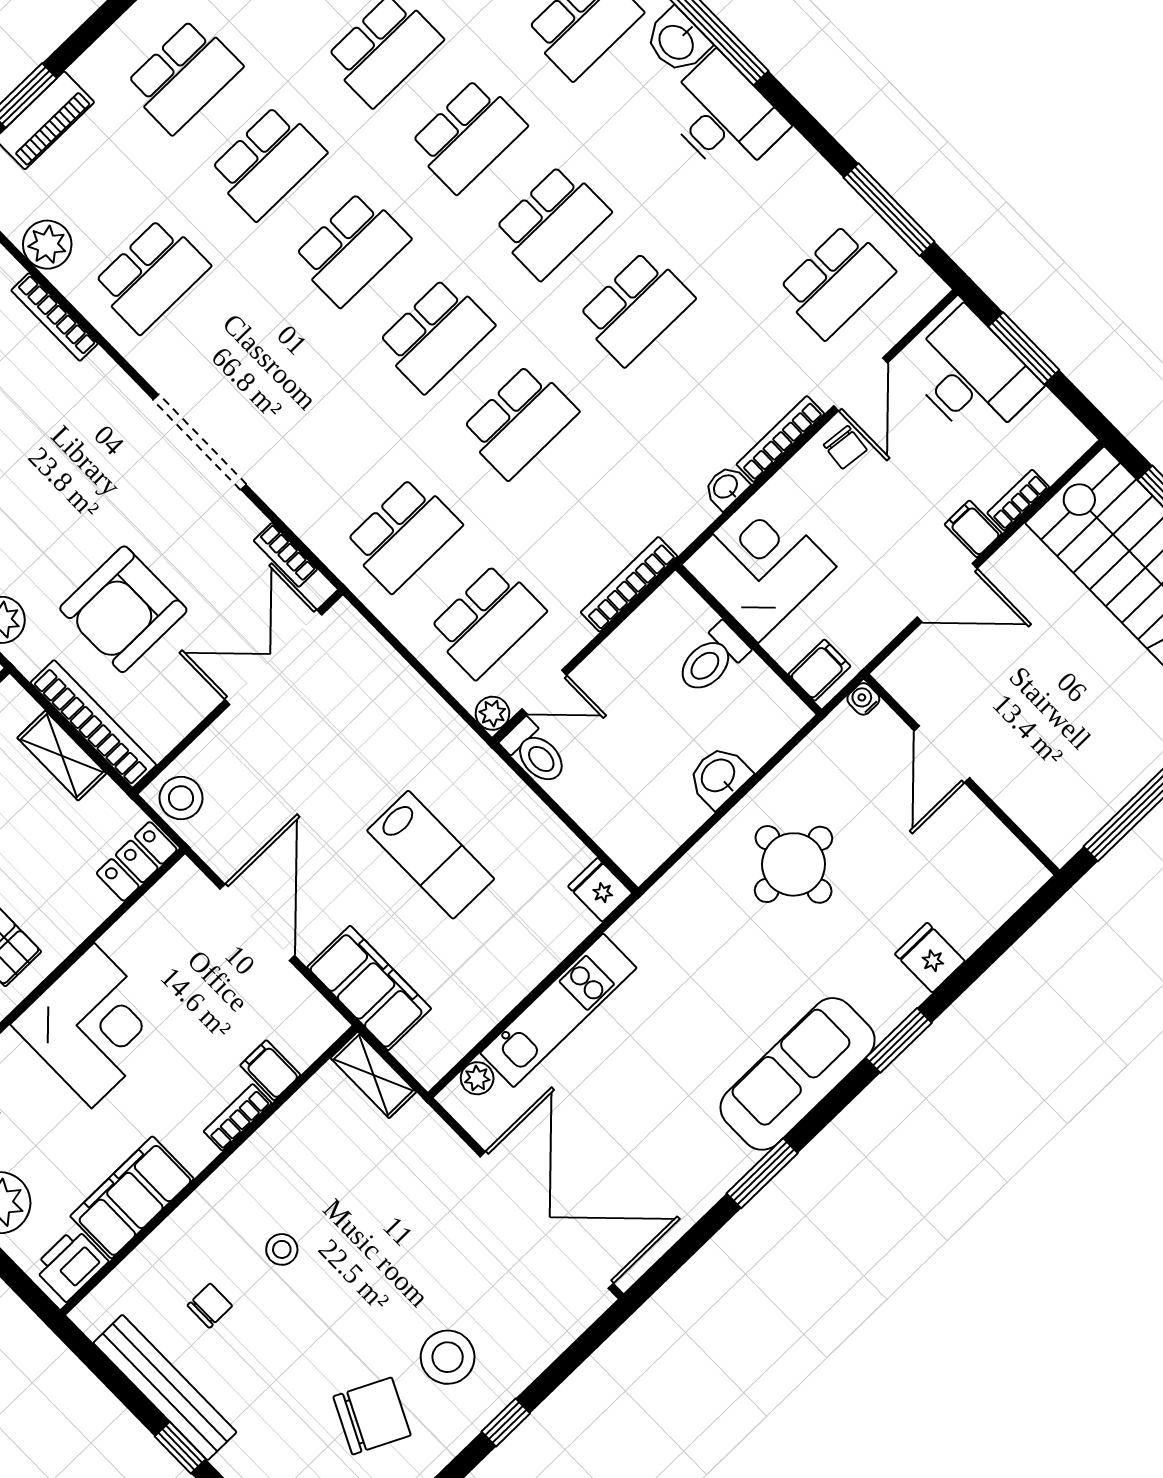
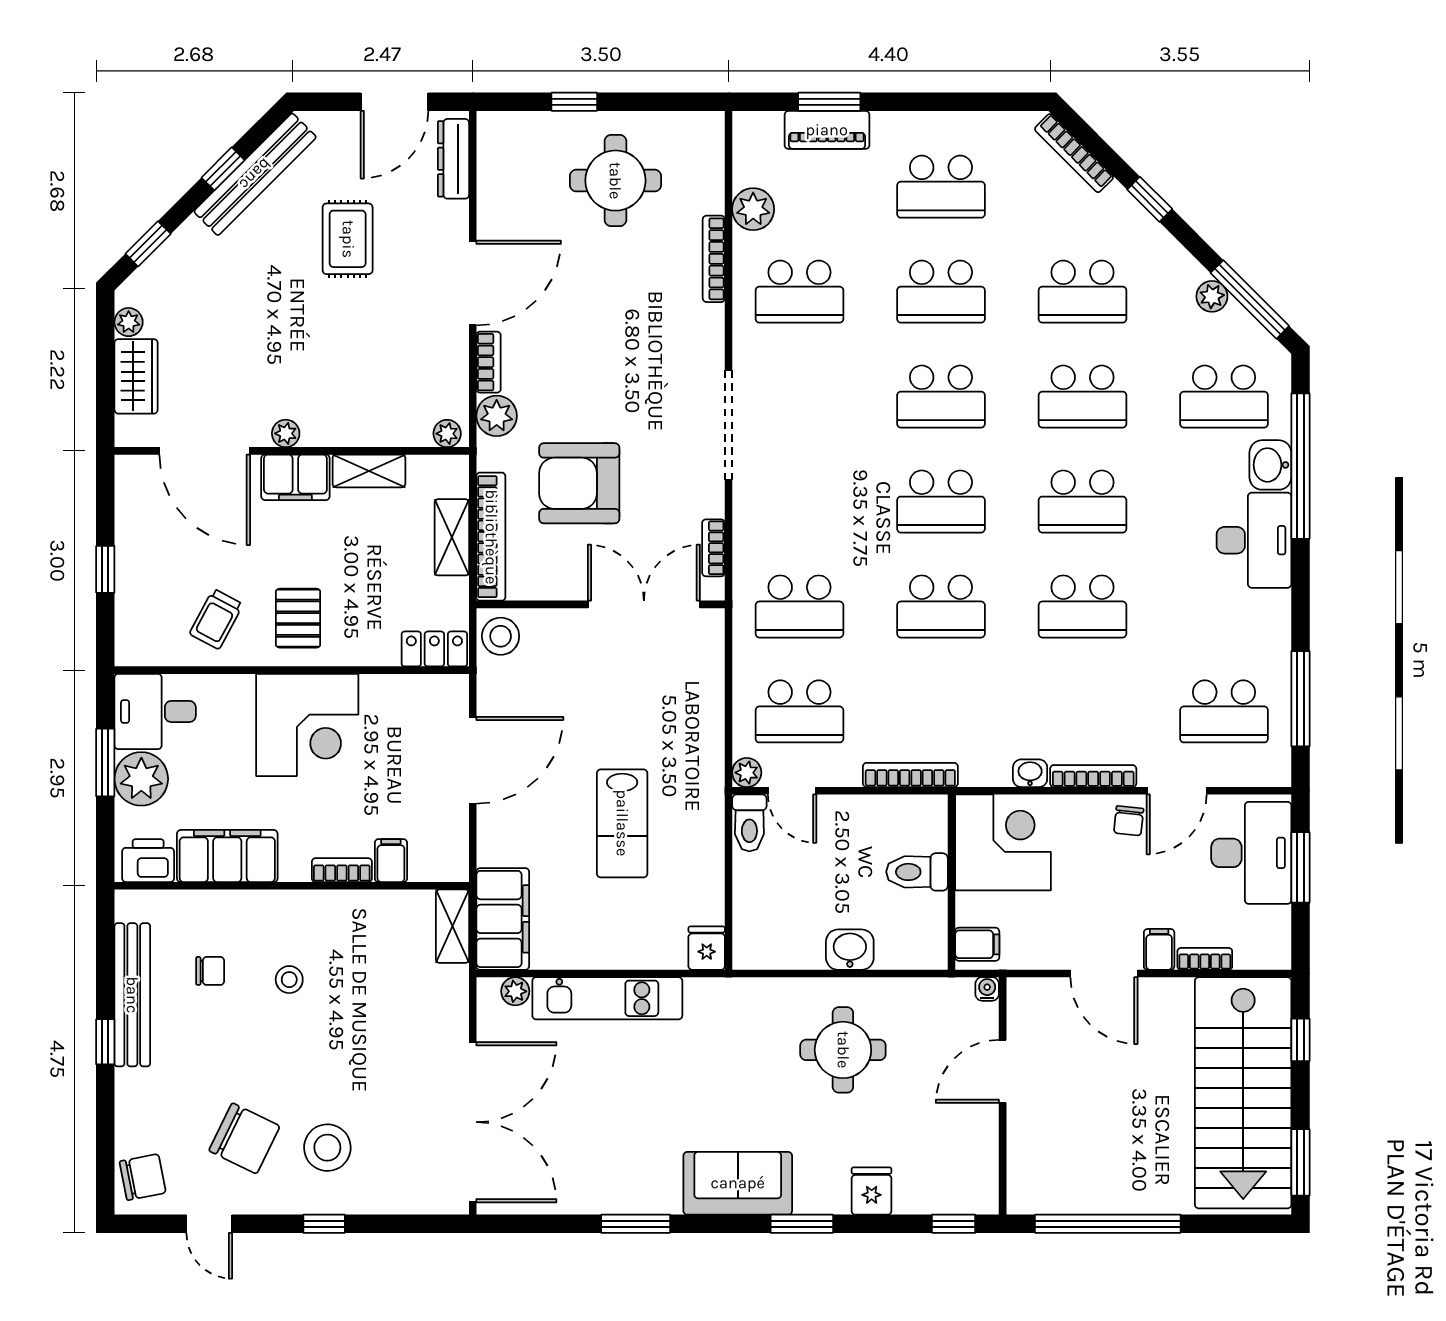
window: (1024, 919) -> (954, 1224), added
filing cabinet: (369, 988) -> (503, 919), moved
sofa: (798, 1074) -> (738, 1183), width x0.73

